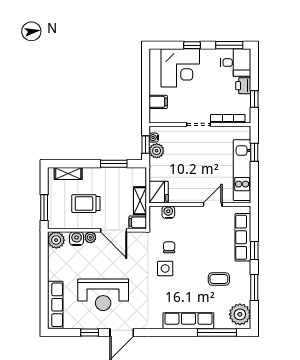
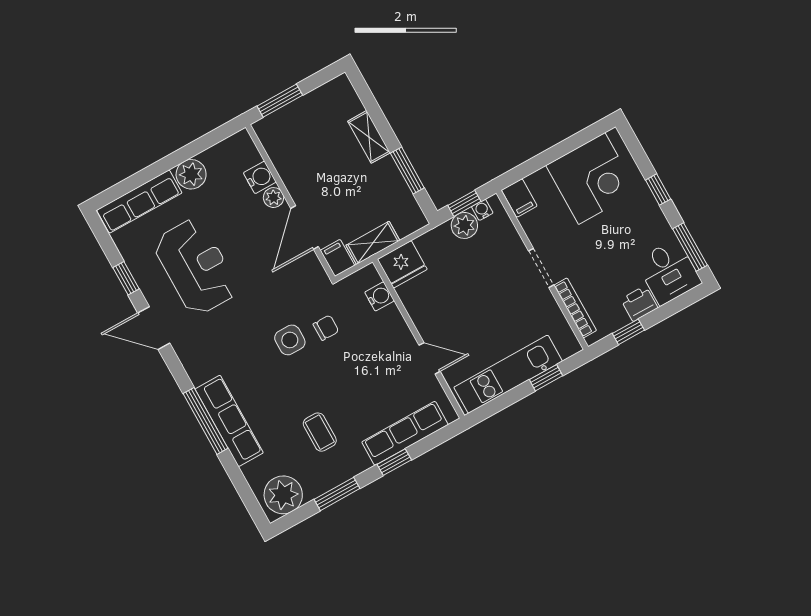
corner desk: (180, 68) -> (592, 178), moved, turned -90
filing cabinet: (158, 102) -> (519, 198), moved
shelving: (68, 174) -> (369, 137), moved
trolley: (86, 204) -> (322, 162), removed
plant: (56, 240) -> (191, 174), moved
reception desk: (103, 295) -> (196, 267), turned 180
window: (217, 332) -> (205, 421), moved

